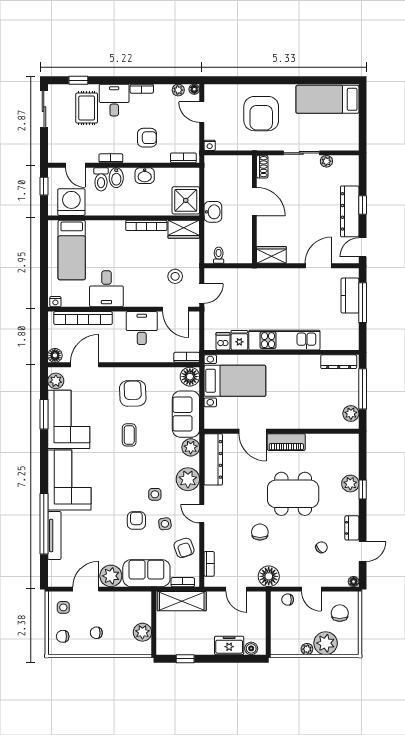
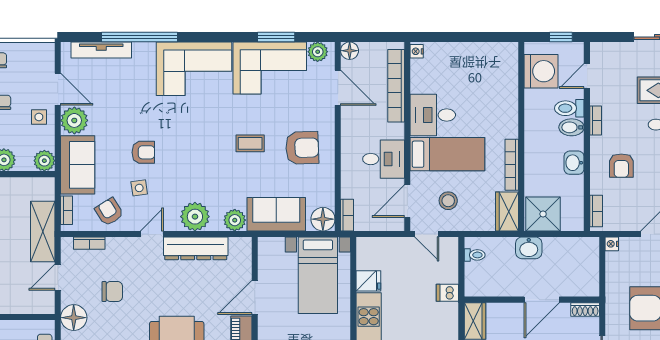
bed: (72, 250) -> (447, 154), moved, turned 180
dishwasher: (223, 341) -> (447, 293), moved, turned 180
dresser: (213, 459) -> (196, 248), moved
side table: (155, 494) -> (176, 175), removed
chair: (260, 532) -> (112, 291), moved
tv unit: (54, 536) -> (101, 50), moved
armchair: (184, 548) -> (109, 212), turned 77
plant: (143, 600) -> (44, 161), added
shelving: (182, 601) -> (43, 232), moved
side table: (63, 607) -> (39, 117), moved

